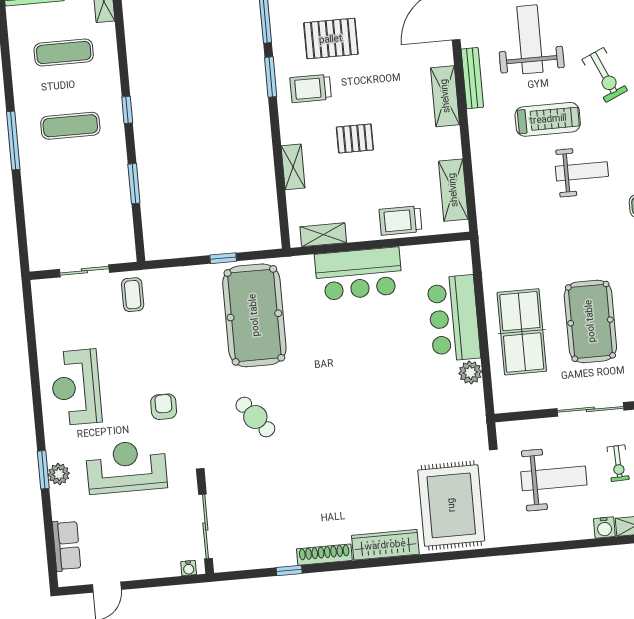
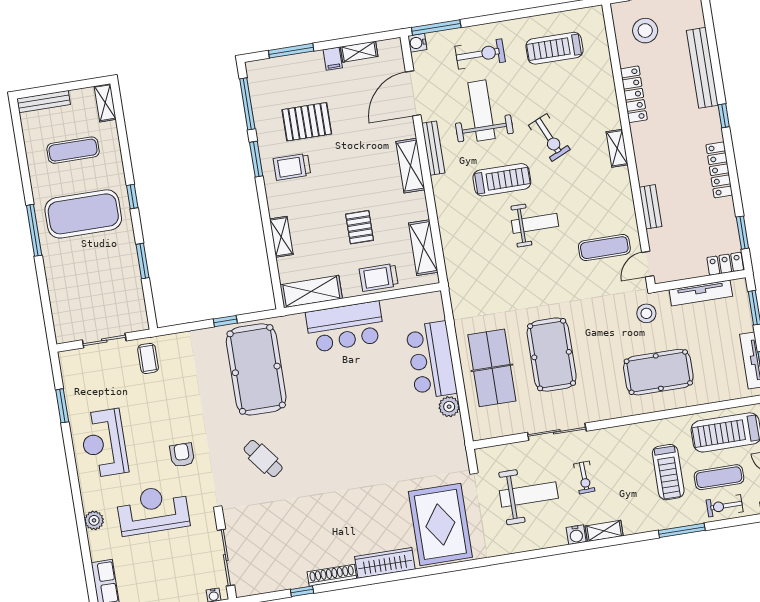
exercise mat: (70, 126) -> (83, 214), width x2.00, depth x1.45
pallet: (355, 138) -> (360, 227), moved, turned 90
shelving: (323, 235) -> (311, 292), width x1.50, depth x1.33
window: (43, 470) -> (62, 406), moved

